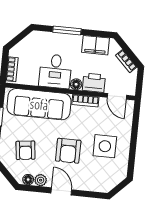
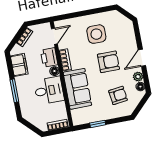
sofa: (39, 104) -> (77, 89), width x0.73

